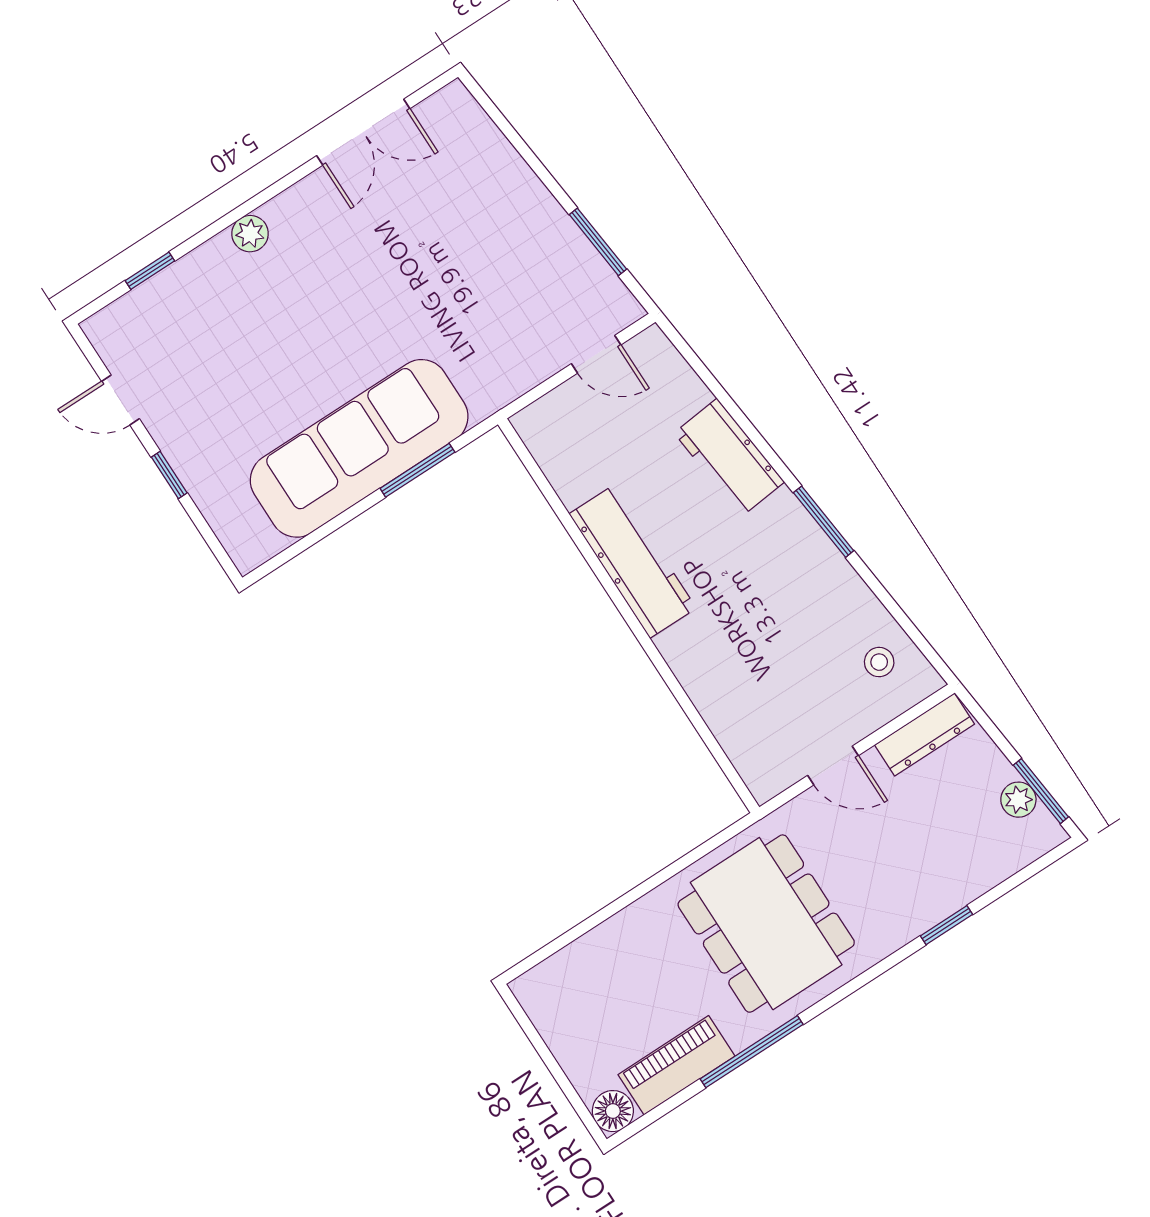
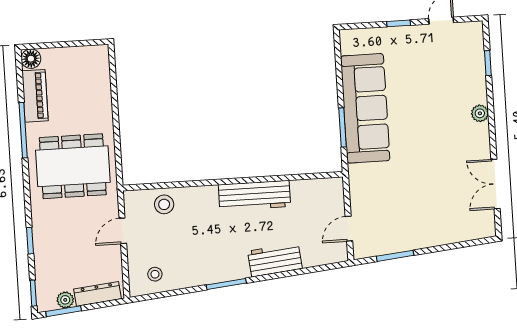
stool: (742, 717) -> (164, 204), added
dresser: (925, 735) -> (97, 294), moved, turned 84
window: (1039, 865) -> (33, 293), added

